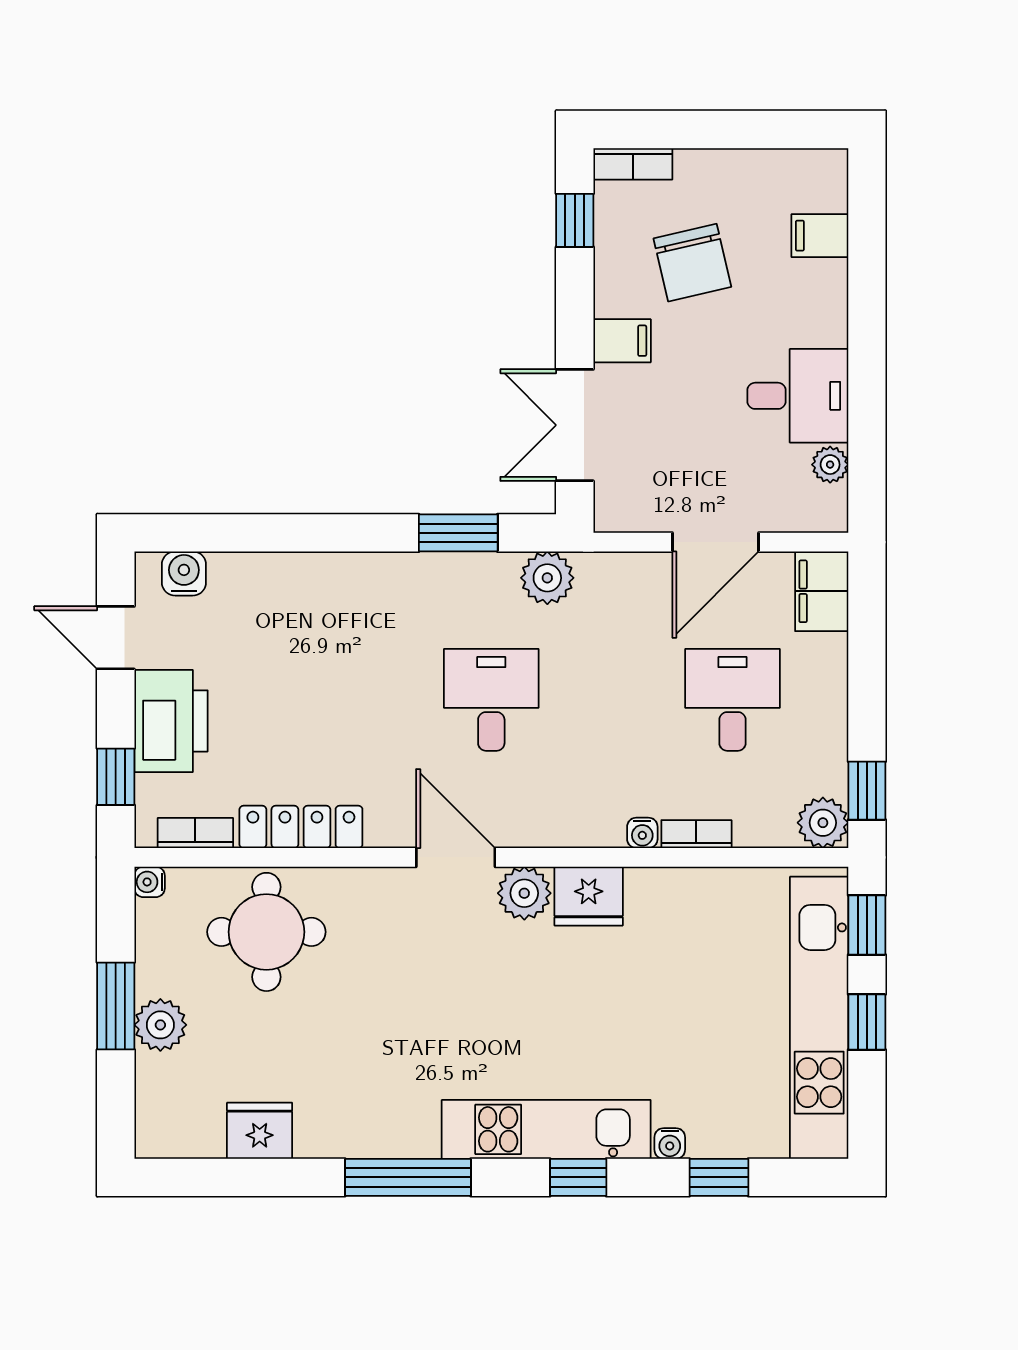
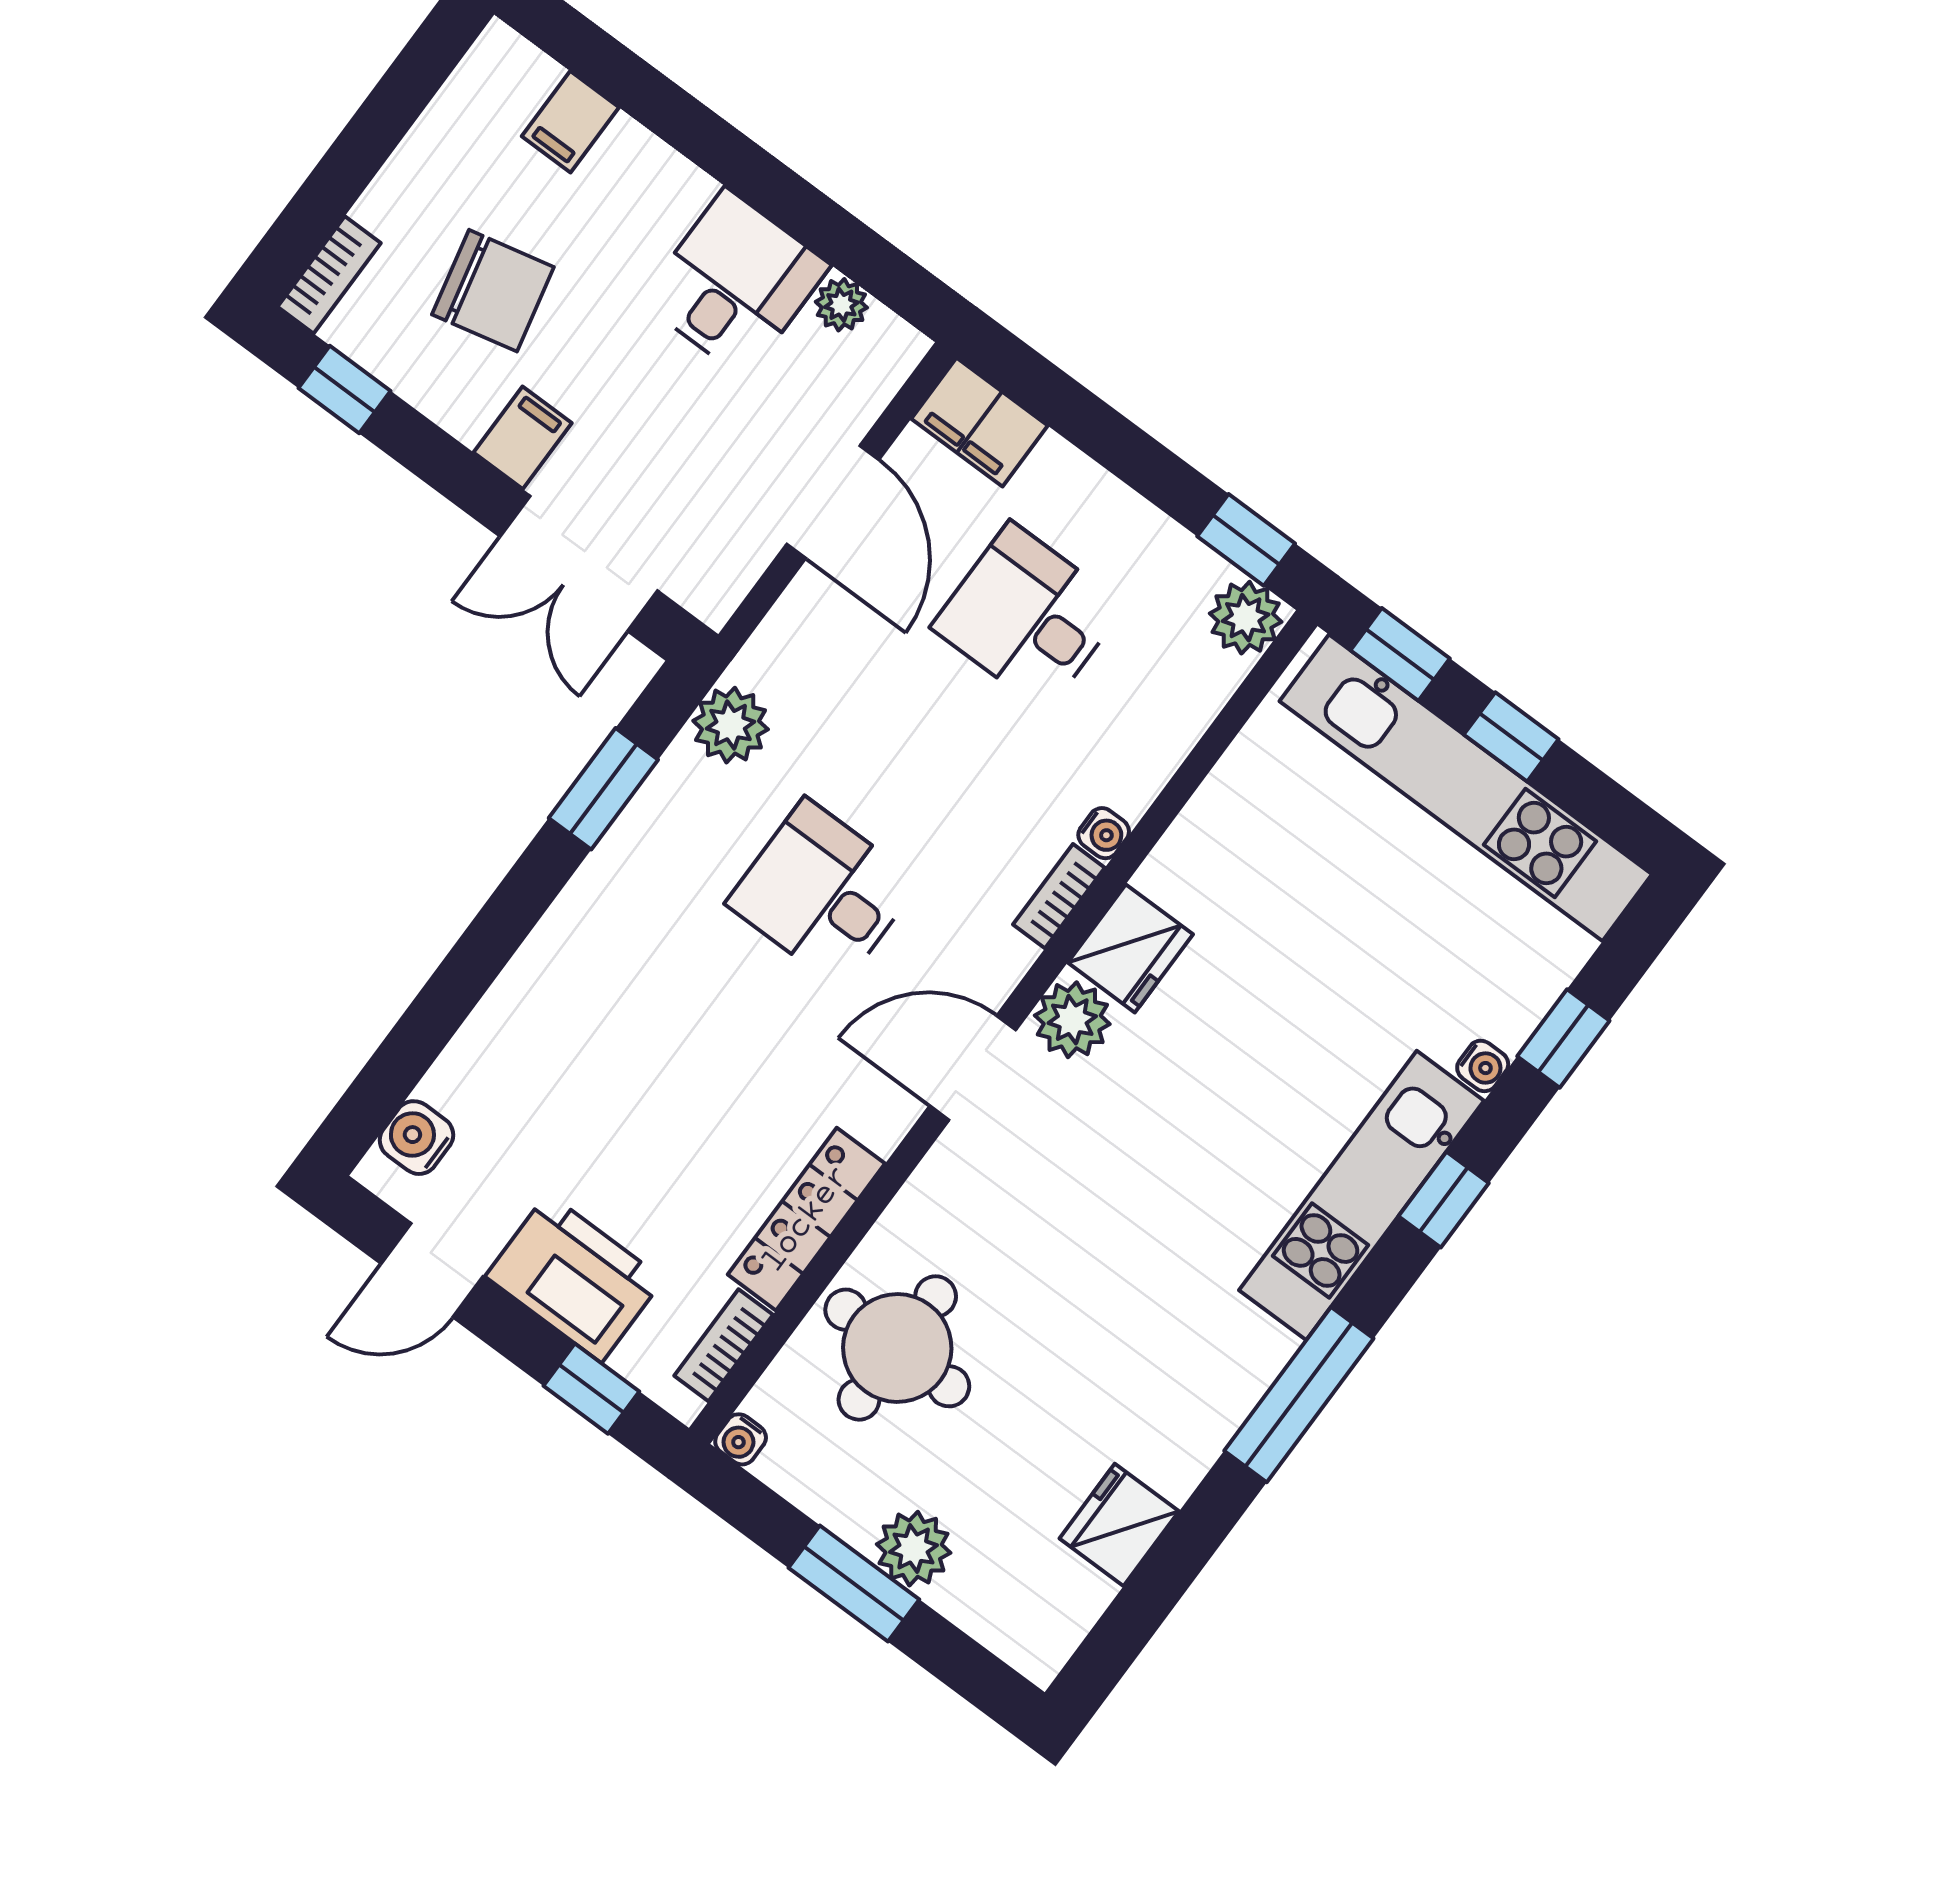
bookcase: (696, 834) -> (1059, 896), moved

